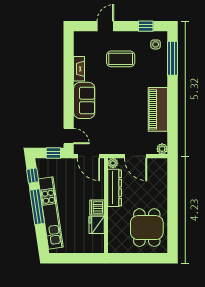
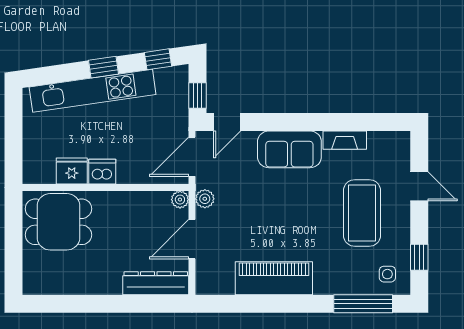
coffee table: (121, 59) -> (362, 213), width x1.36, depth x1.32
plant: (162, 149) -> (205, 199), moved
dresser: (115, 188) -> (156, 283), moved, turned 180
window: (37, 207) -> (104, 67), width x0.46
dining table: (147, 228) -> (58, 222), moved

